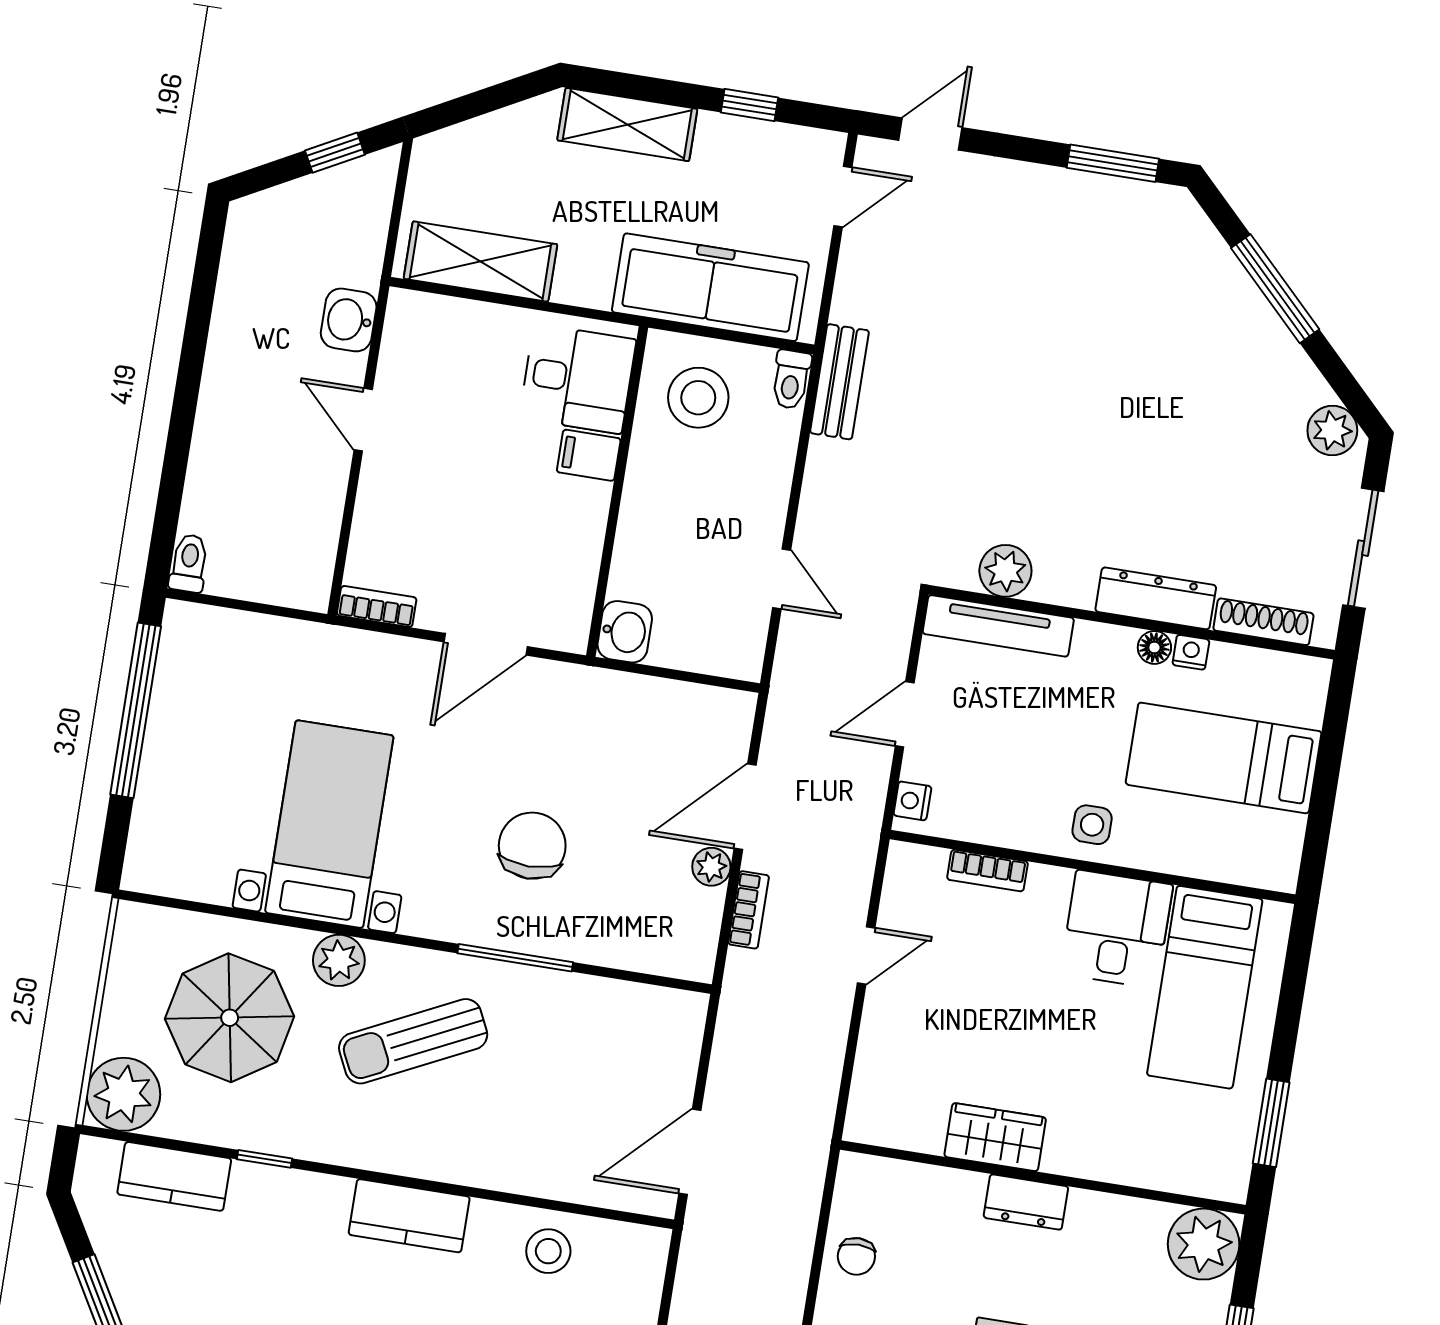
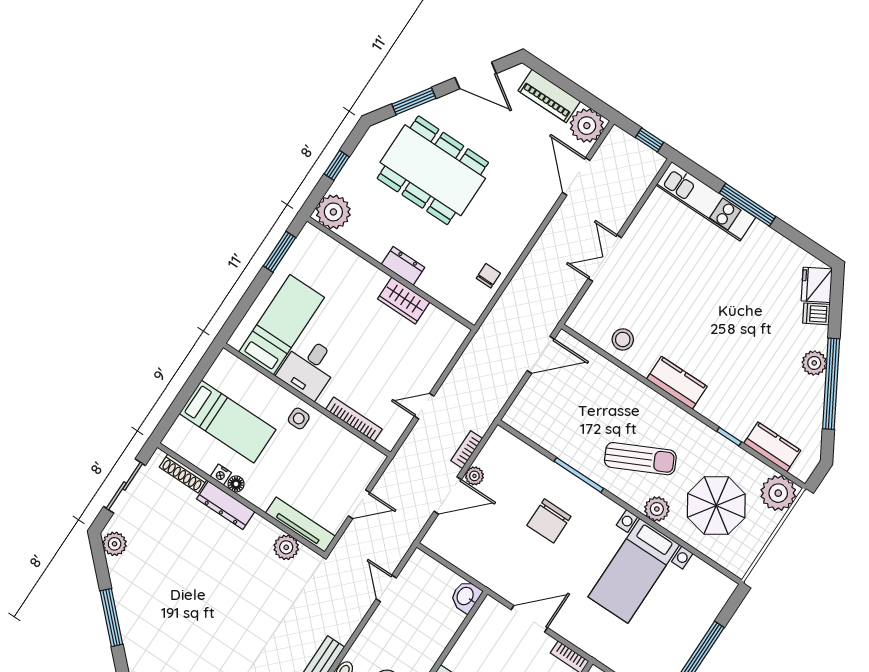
nightstand: (912, 801) -> (373, 465), removed
bookcase: (987, 871) -> (354, 419), width x1.56

